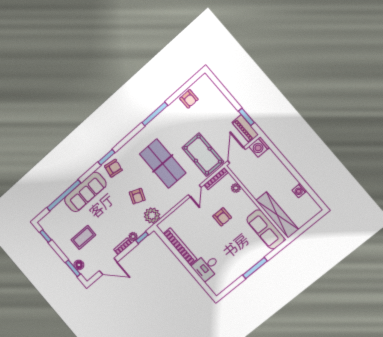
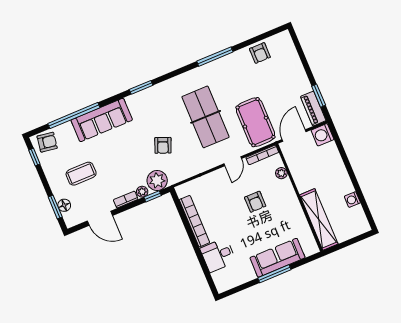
armchair: (113, 168) -> (47, 142), moved
plant: (152, 216) -> (157, 180), moved
sofa: (266, 229) -> (277, 258), moved, turned 90

